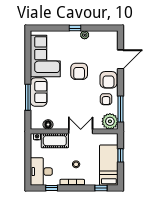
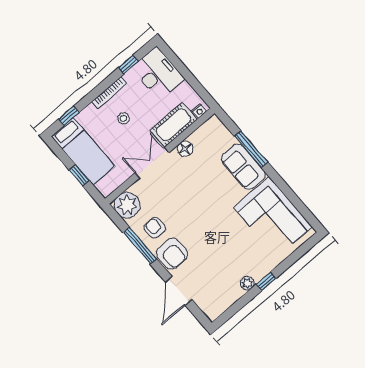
armchair: (79, 71) -> (216, 234), removed
armchair: (108, 80) -> (172, 254), turned 180
window: (121, 109) -> (140, 246), moved
floor lamp: (48, 125) -> (185, 149), moved
double door: (81, 131) -> (152, 163), swing flipped

